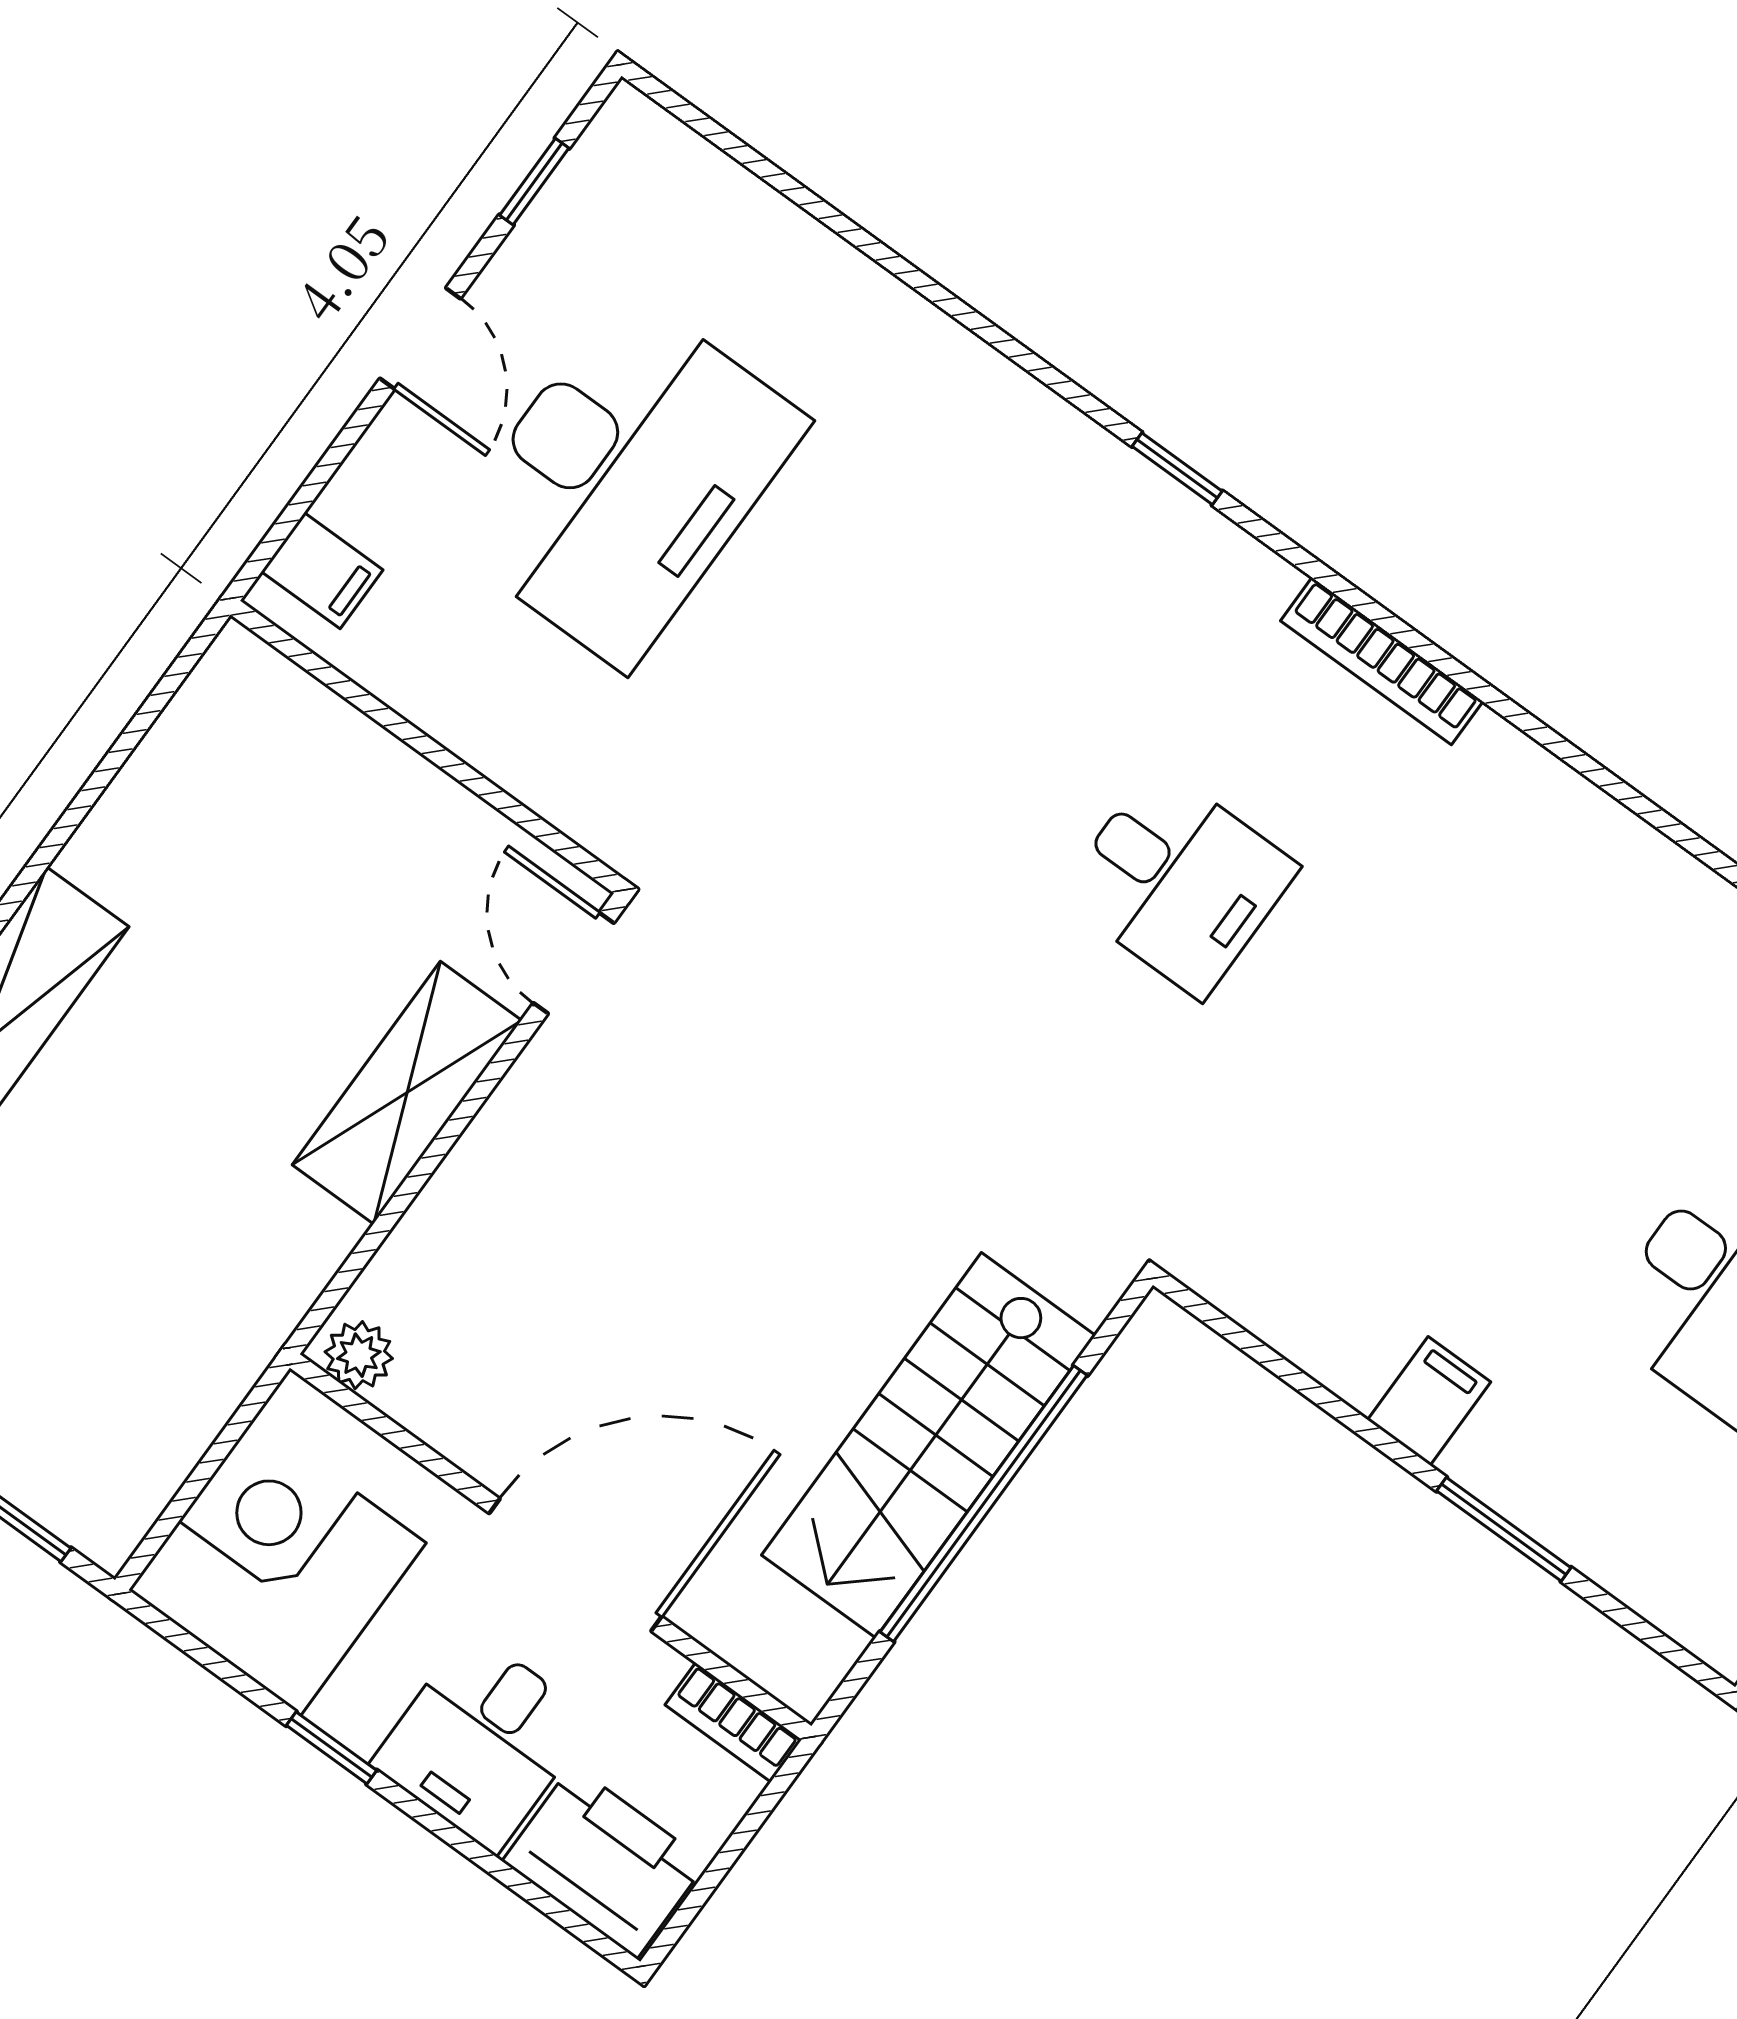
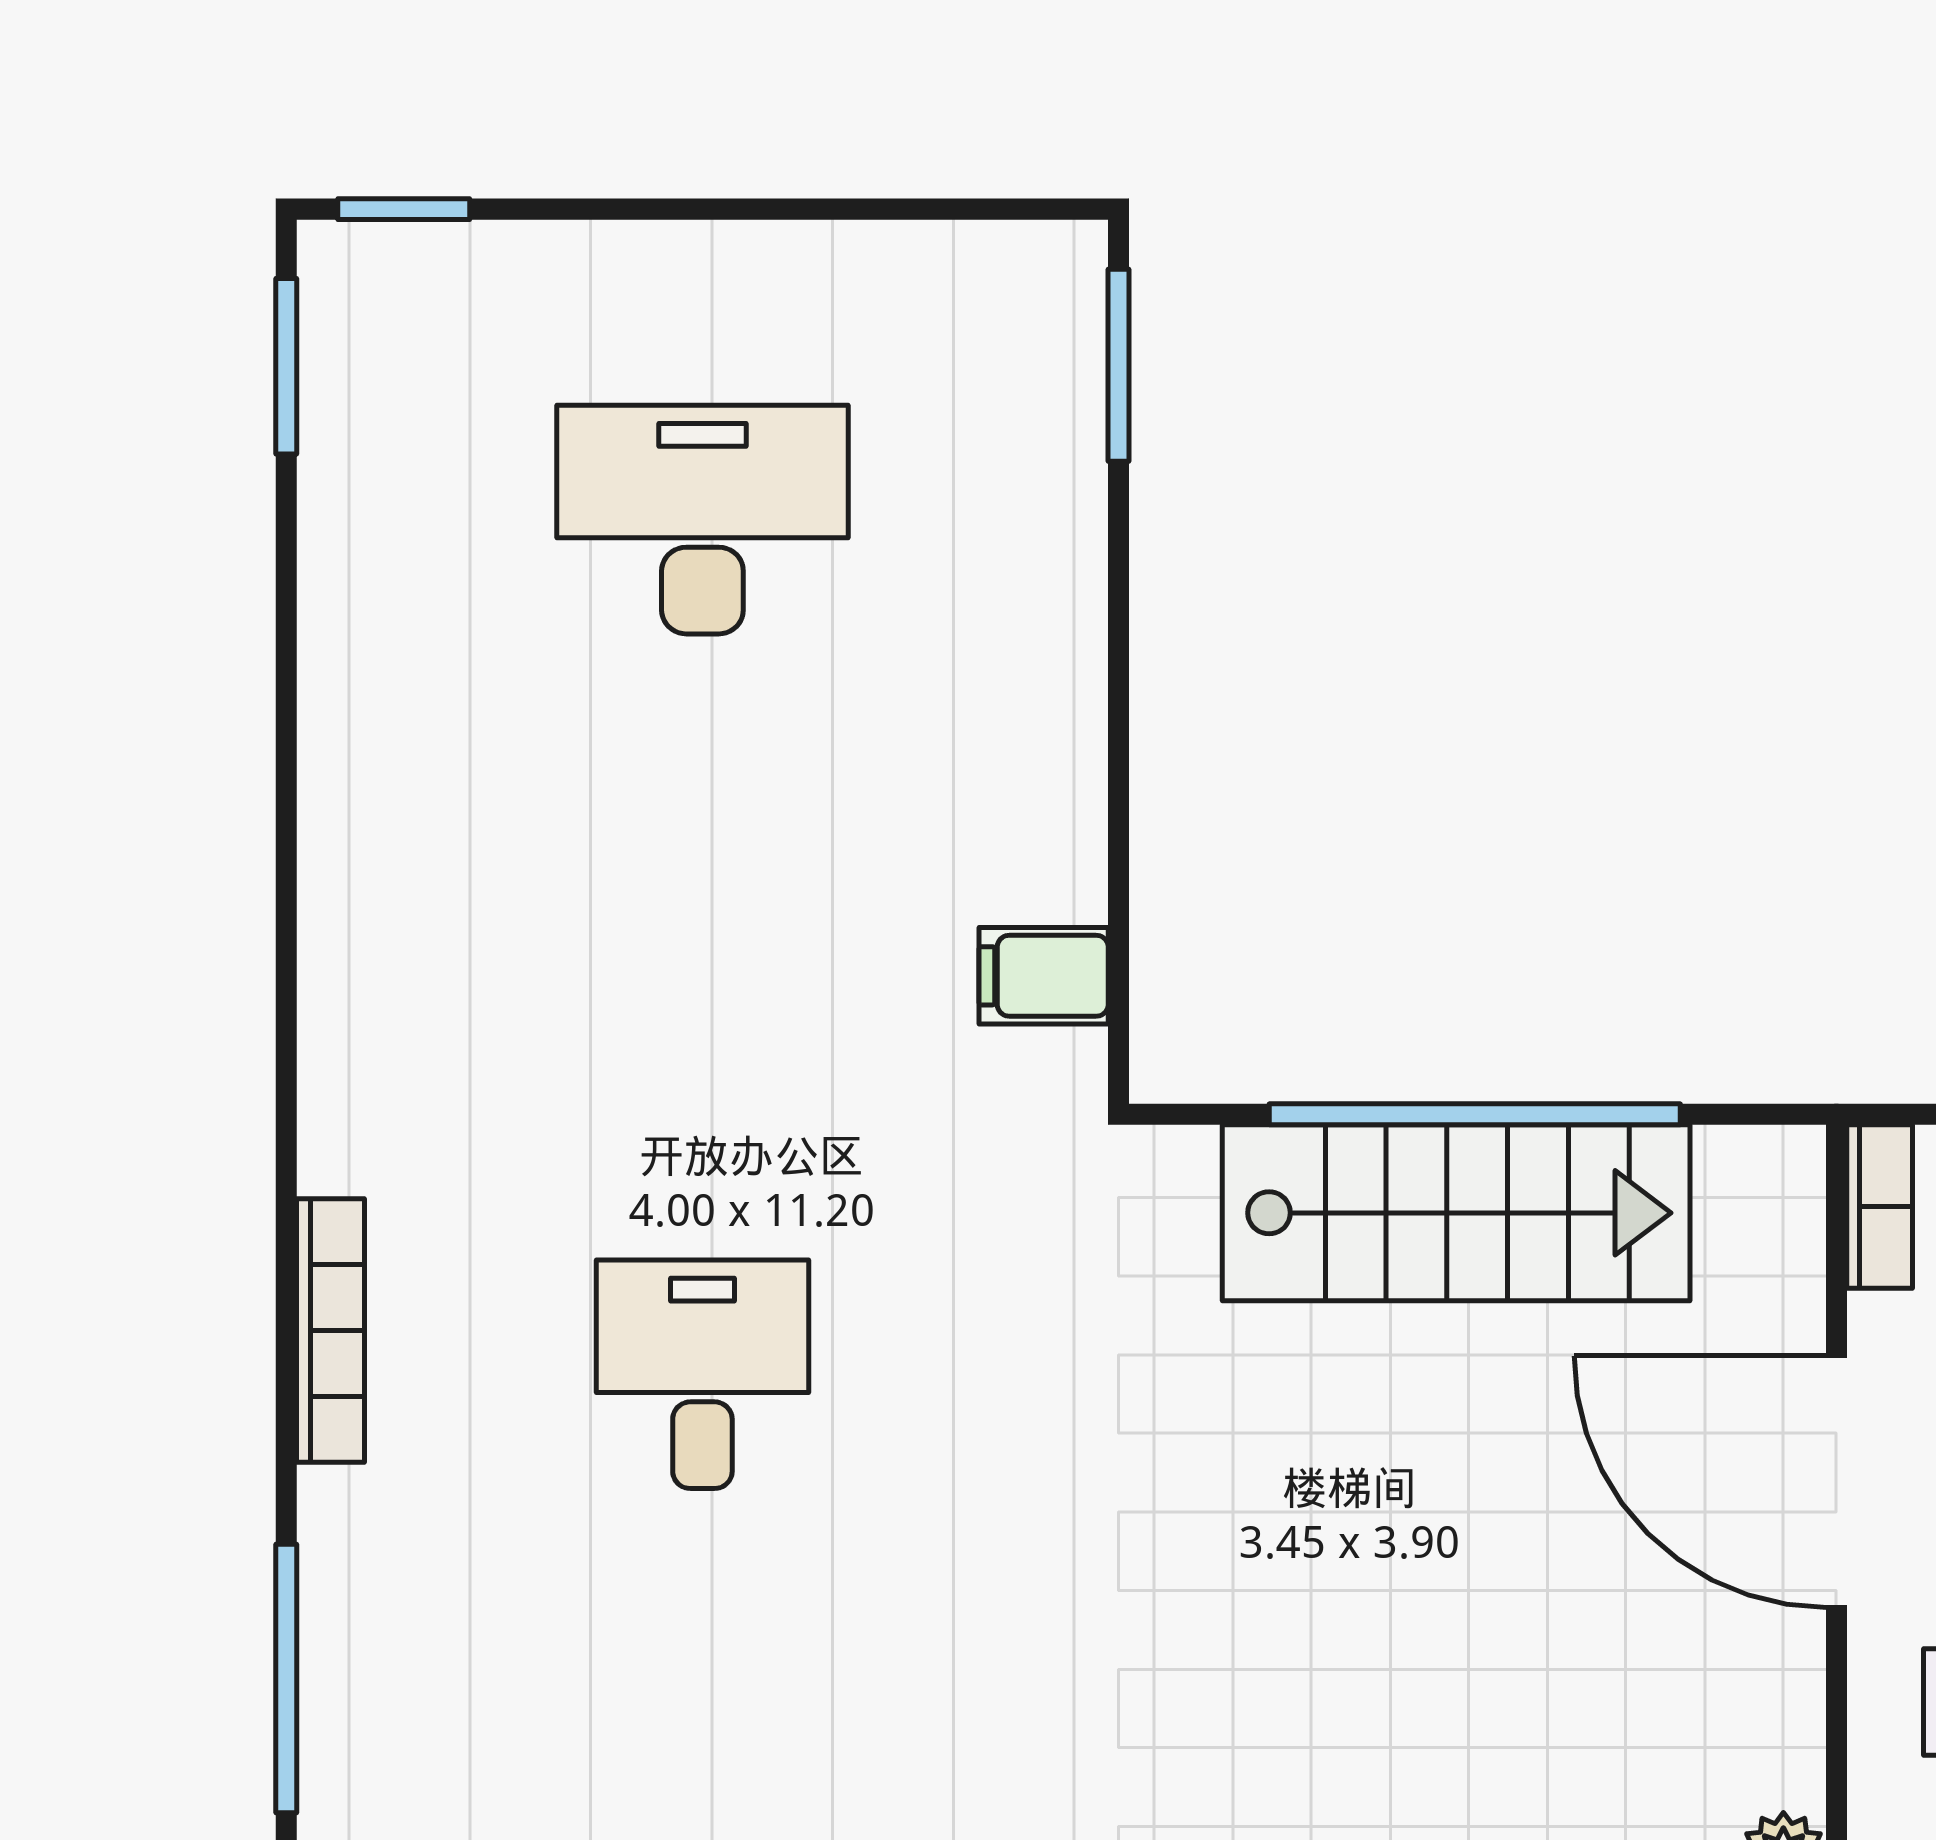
window: (1177, 469) -> (286, 1679), width x2.17
filing cabinet: (1429, 1401) -> (1044, 976), moved
window: (1504, 1529) -> (1119, 365), moved

